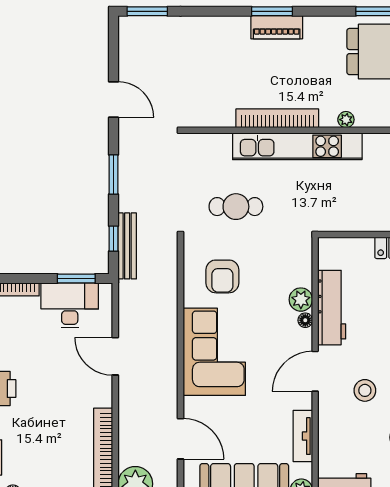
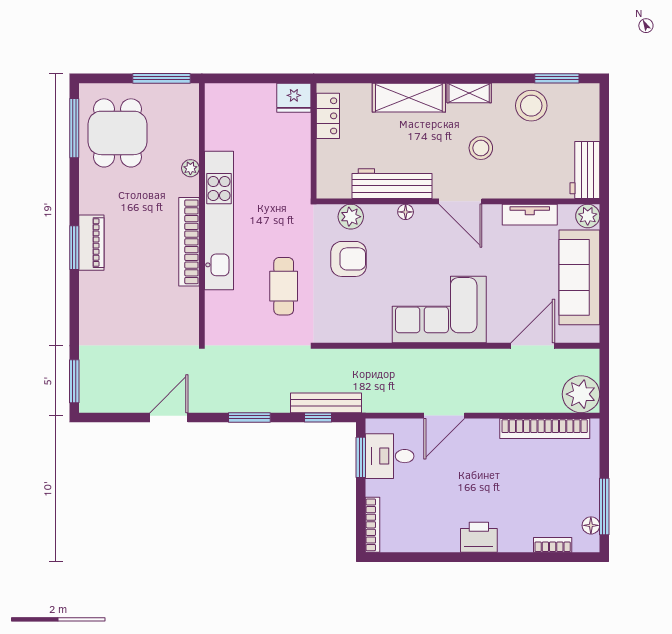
armchair: (222, 276) -> (349, 259), moved
plant: (301, 300) -> (351, 217), moved
desk: (70, 305) -> (390, 456), width x0.73

